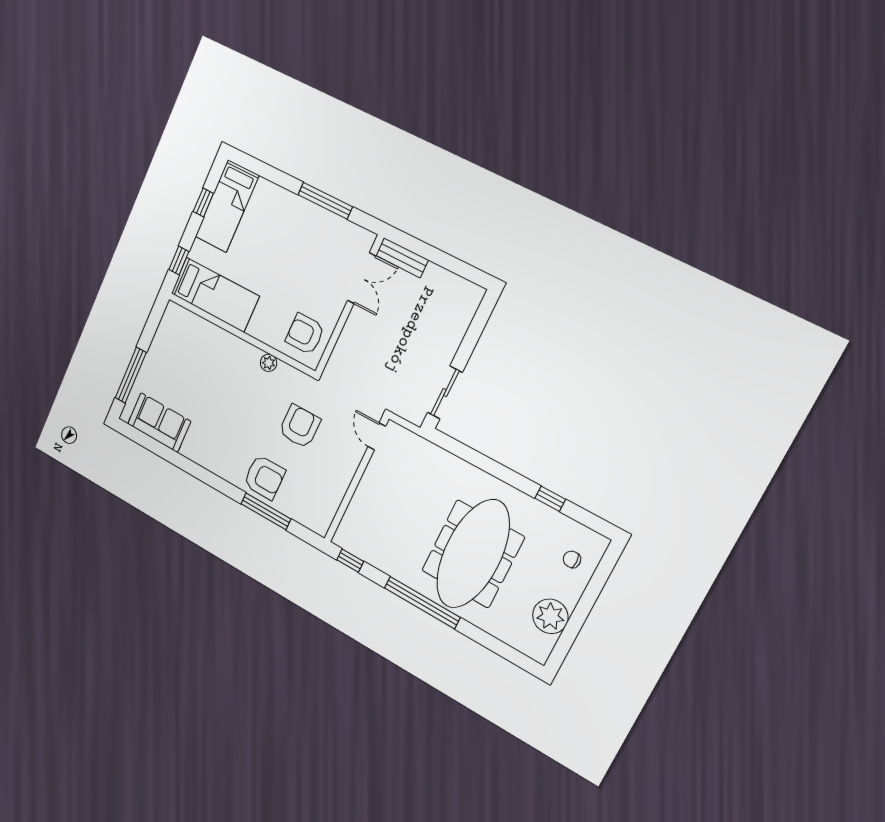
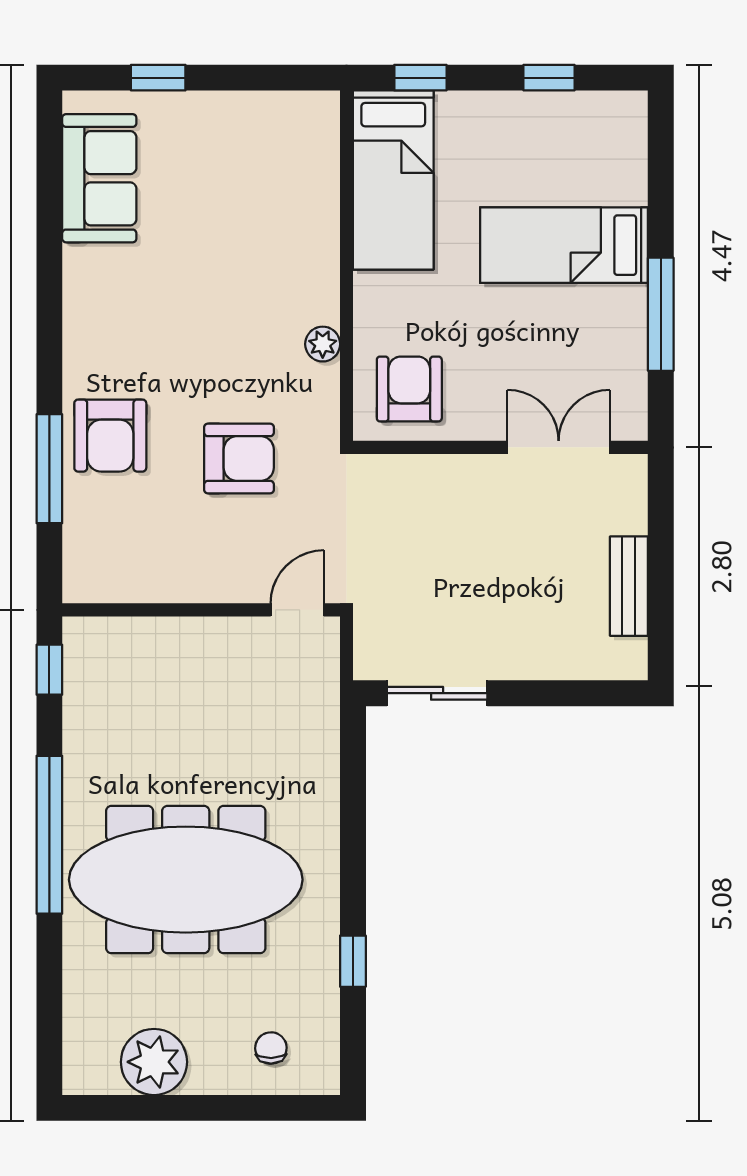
bed: (227, 206) -> (564, 245), moved
bench: (402, 258) -> (629, 586), moved
double door: (362, 278) -> (559, 447), swing flipped
window: (131, 375) -> (158, 78), width x0.46

